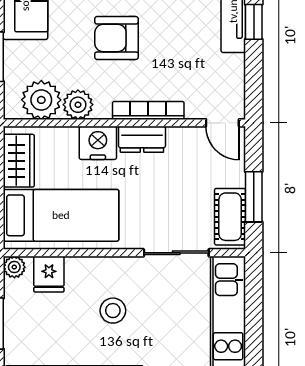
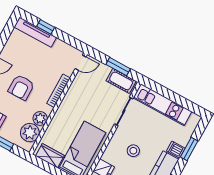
dresser: (142, 139) -> (69, 100), removed
nightstand: (98, 143) -> (60, 119), removed

